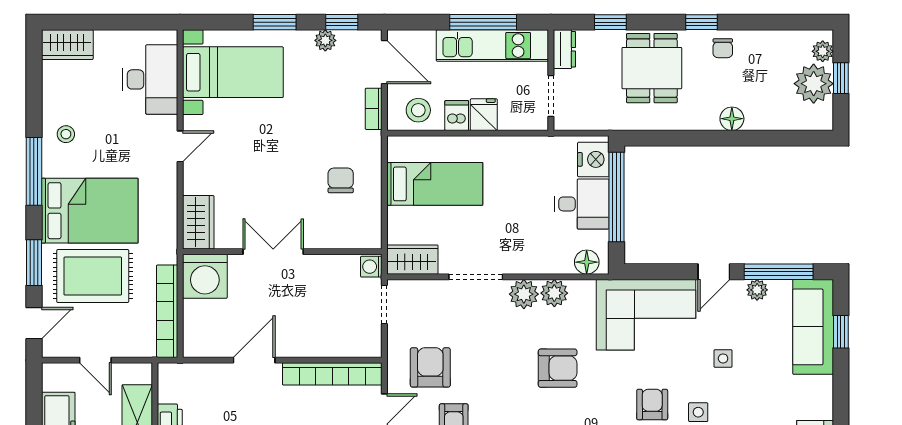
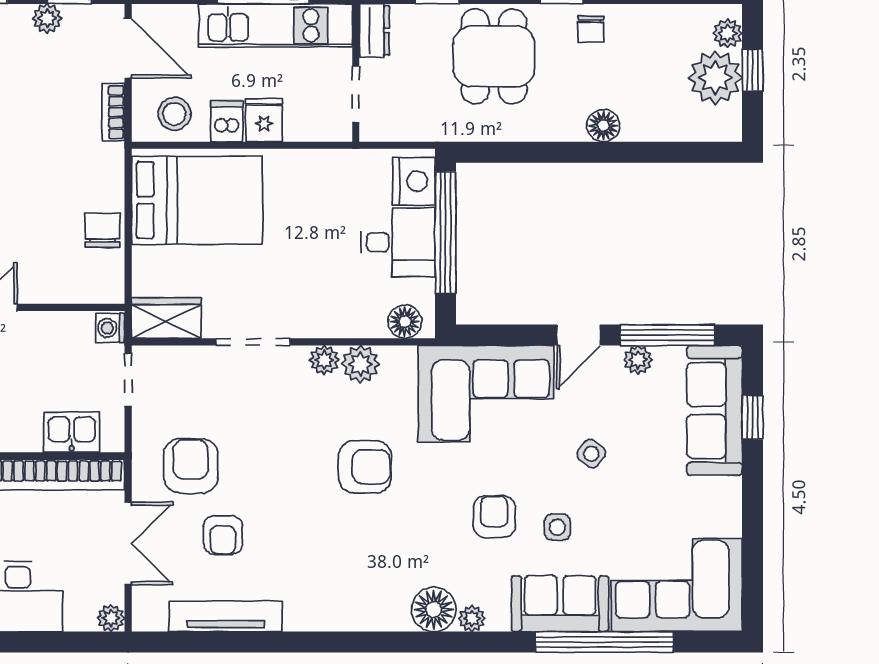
chair: (341, 180) -> (103, 230), moved
bed: (435, 184) -> (197, 200), width x1.50
plant: (524, 294) -> (324, 360), width x0.73, depth x0.73
kitchen sink: (343, 343) -> (72, 432), added
side table: (723, 358) -> (591, 454), turned 38

